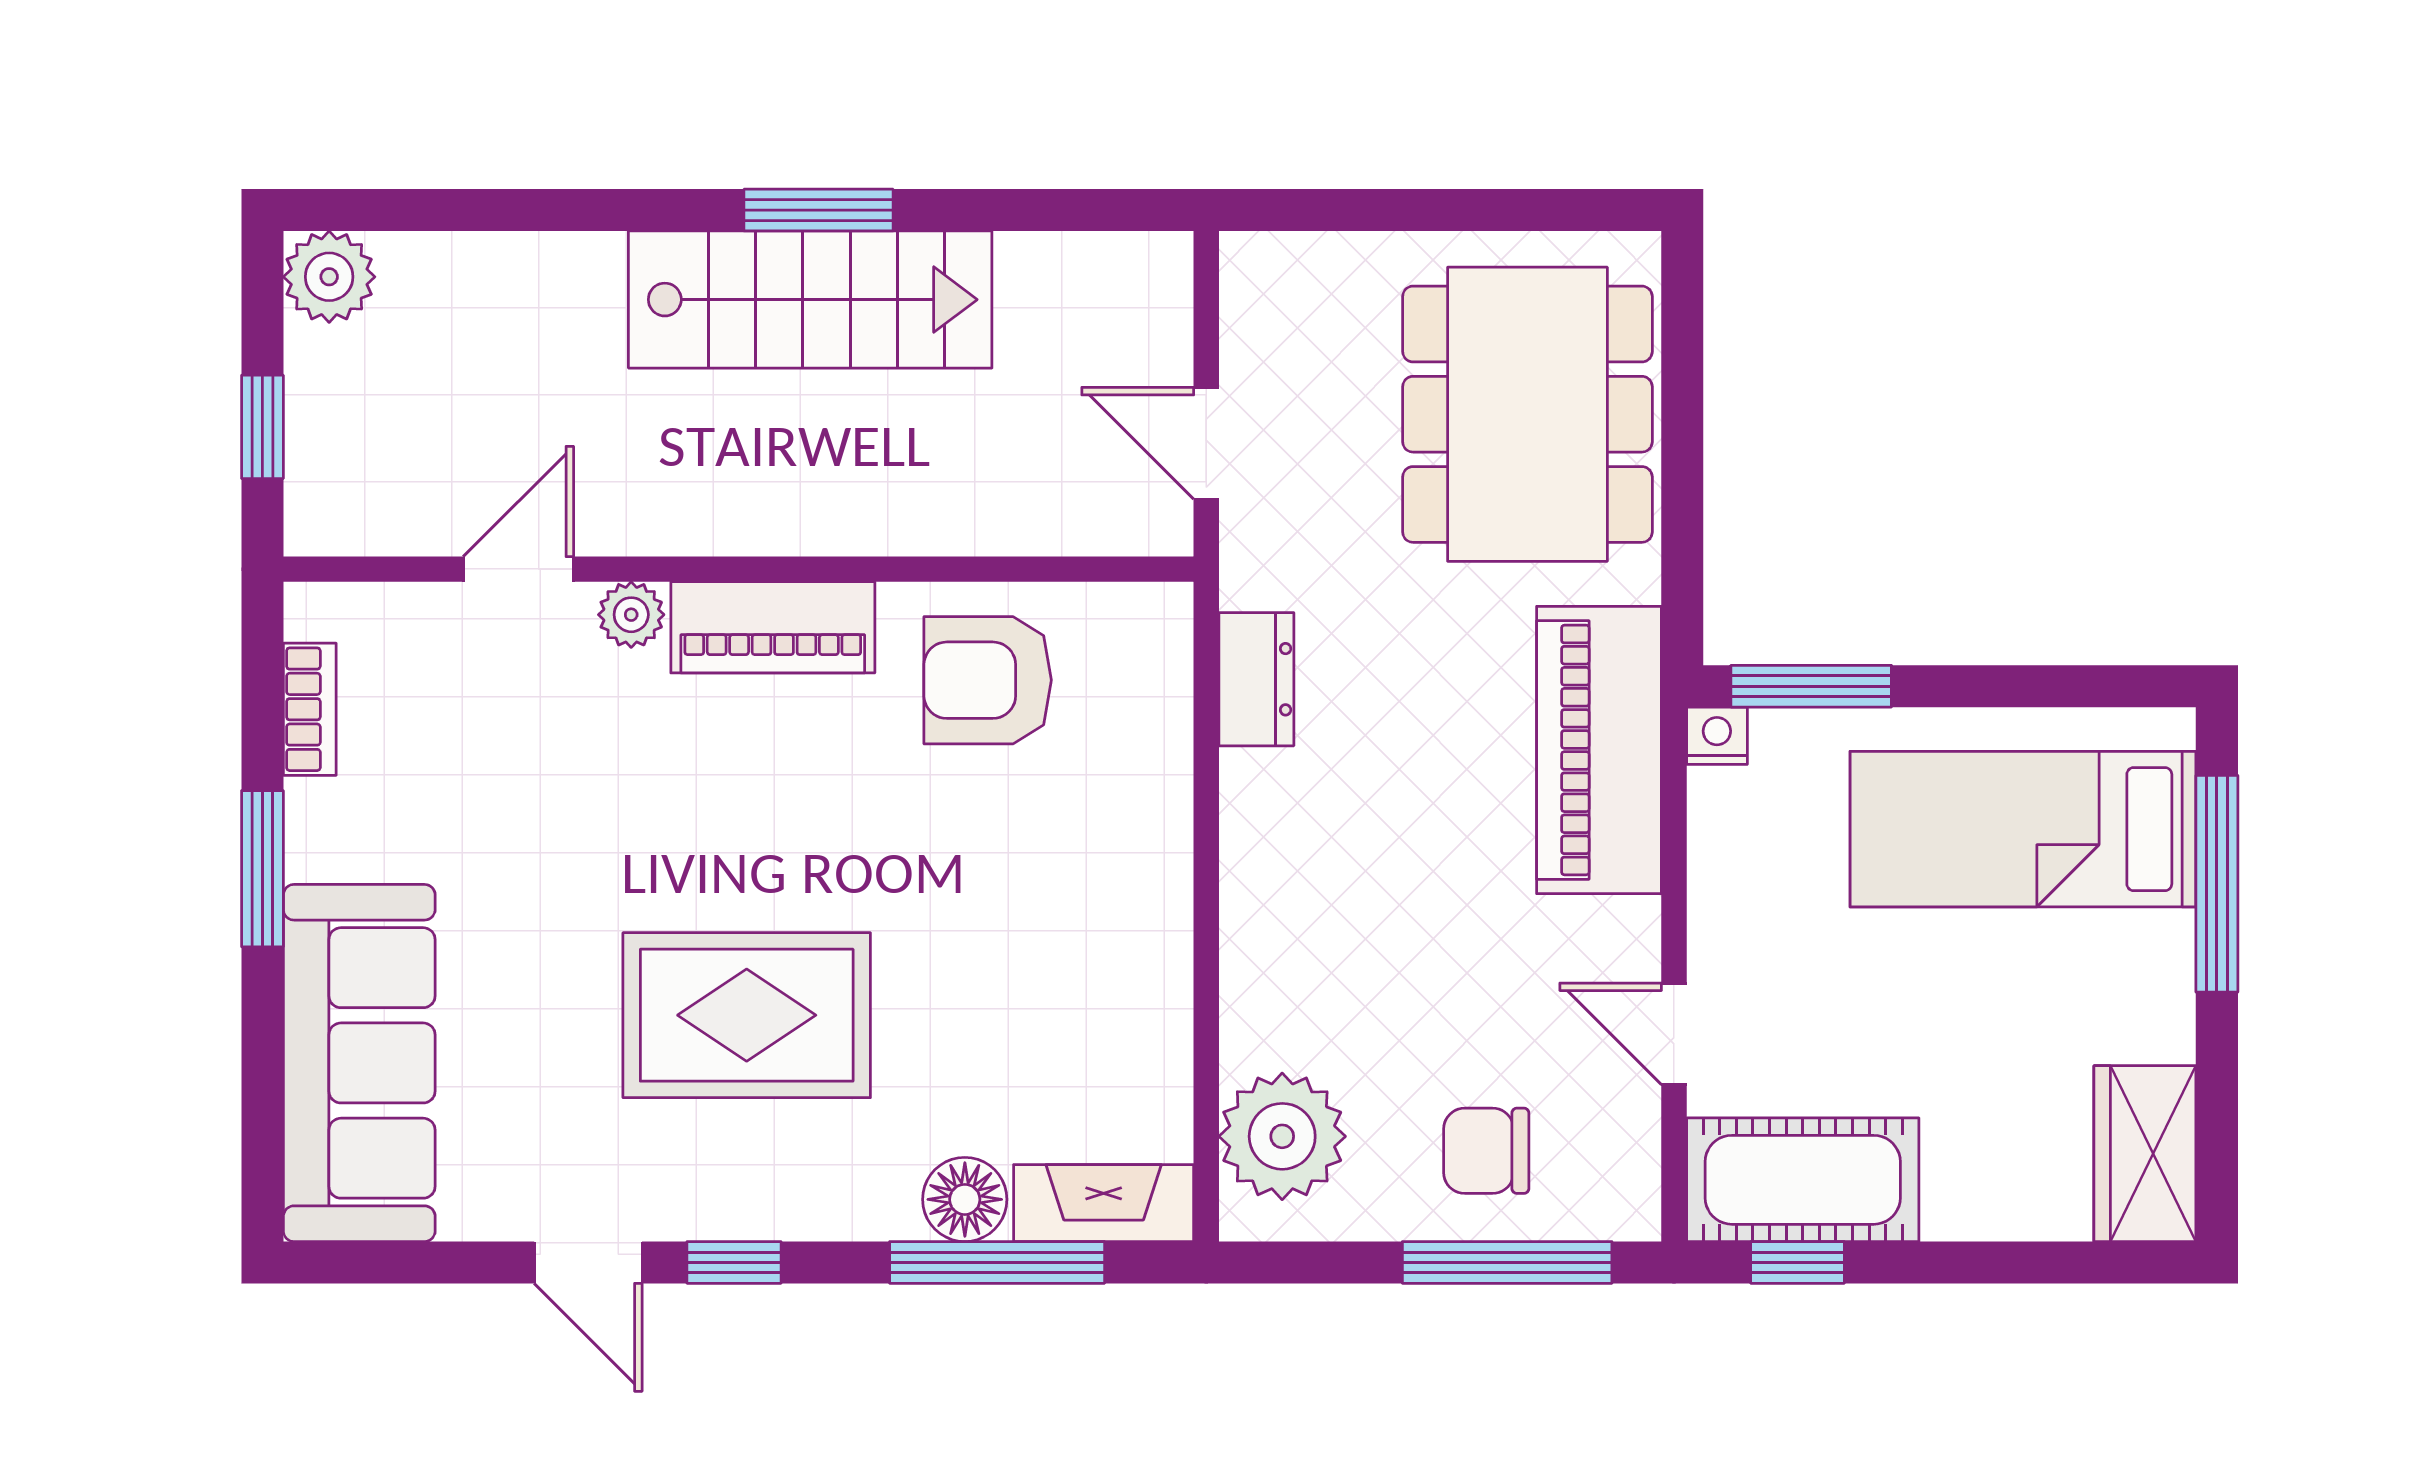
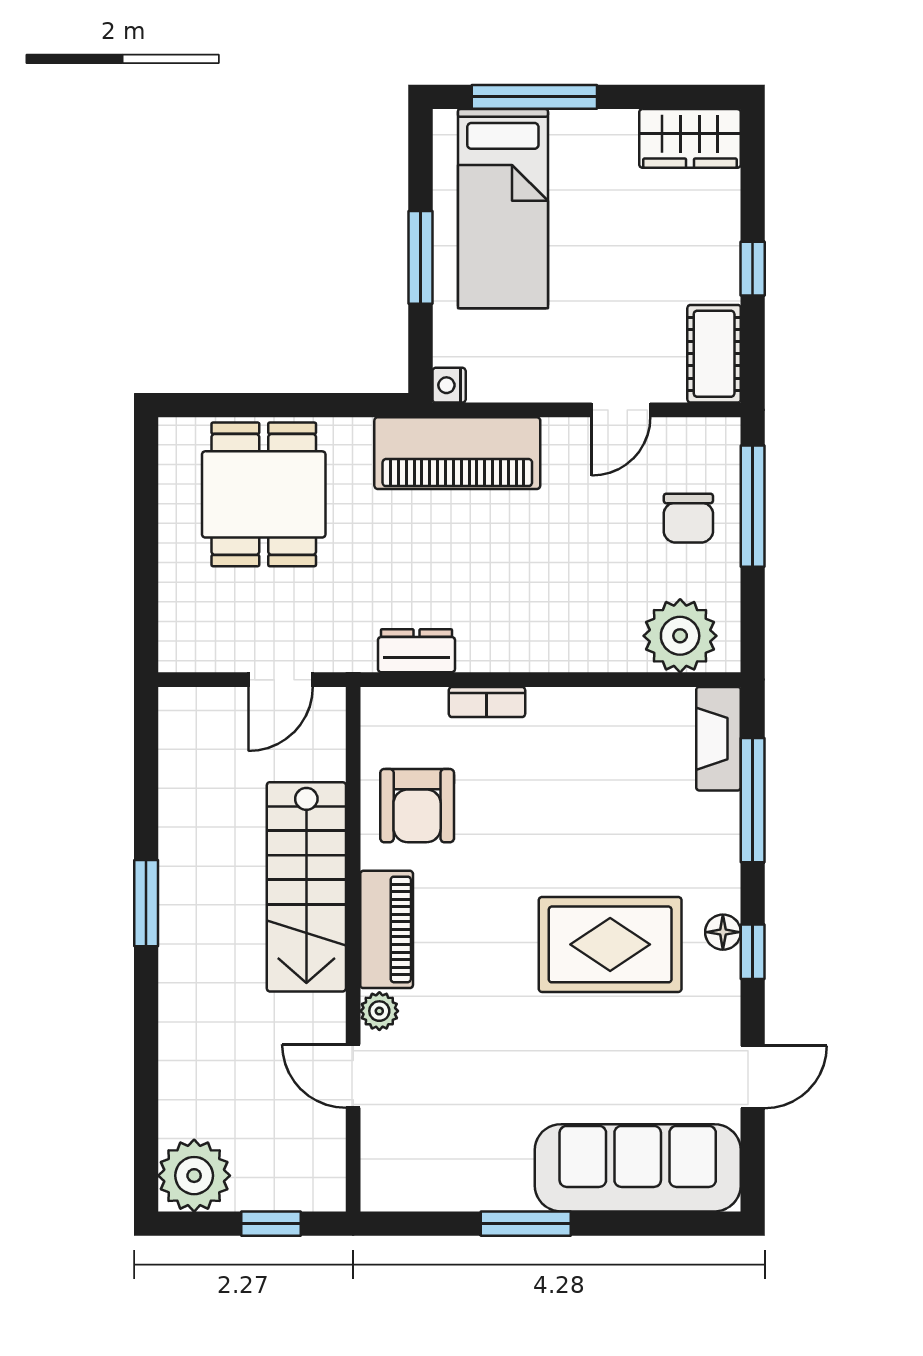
plant: (329, 277) -> (194, 1176), width x1.36, depth x1.36
stairs: (810, 300) -> (306, 887), moved, turned 180
dining table: (1527, 414) -> (264, 494), width x0.73
window: (1811, 686) -> (420, 257), moved
bookcase: (310, 709) -> (487, 702), moved, turned 180
rug: (747, 1015) -> (610, 944), turned 90
cot: (1803, 1180) -> (714, 354), width x0.73, depth x0.75
floor lamp: (965, 1199) -> (723, 932), moved, width x0.73, depth x0.73
door: (588, 1262) -> (753, 1077), moved
window: (1798, 1262) -> (753, 269), moved

